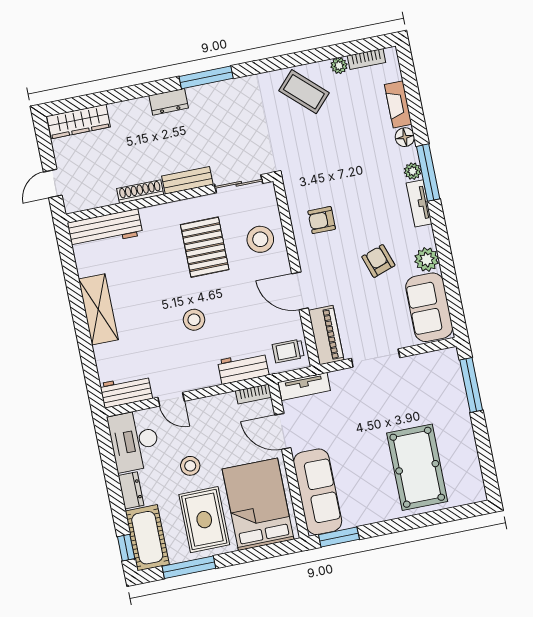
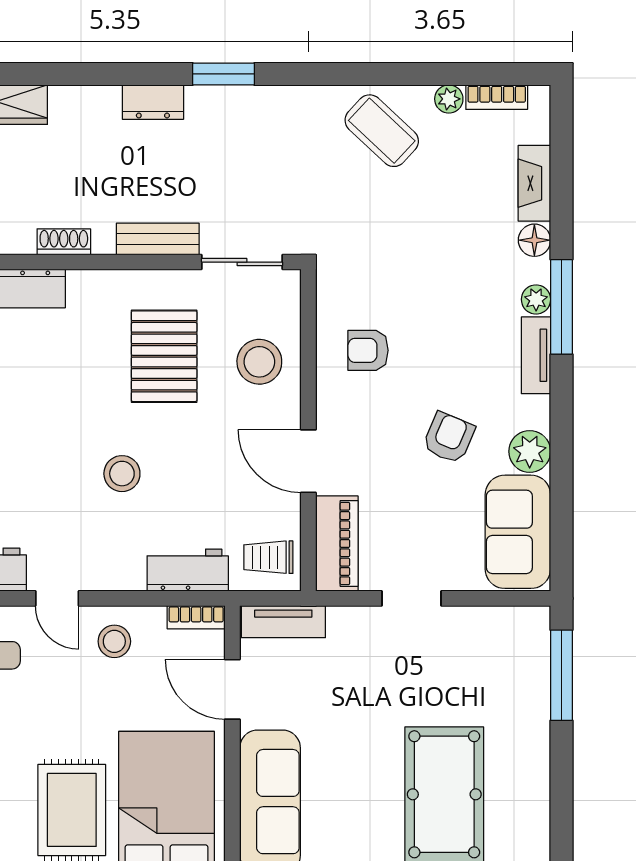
window: (206, 77) -> (224, 74), width x0.69
shoe rack: (140, 191) -> (64, 242), width x0.70
armchair: (378, 261) -> (449, 438), turned 42
doorway: (376, 358) -> (411, 598), width x0.73
stool: (190, 466) -> (114, 641), moved

